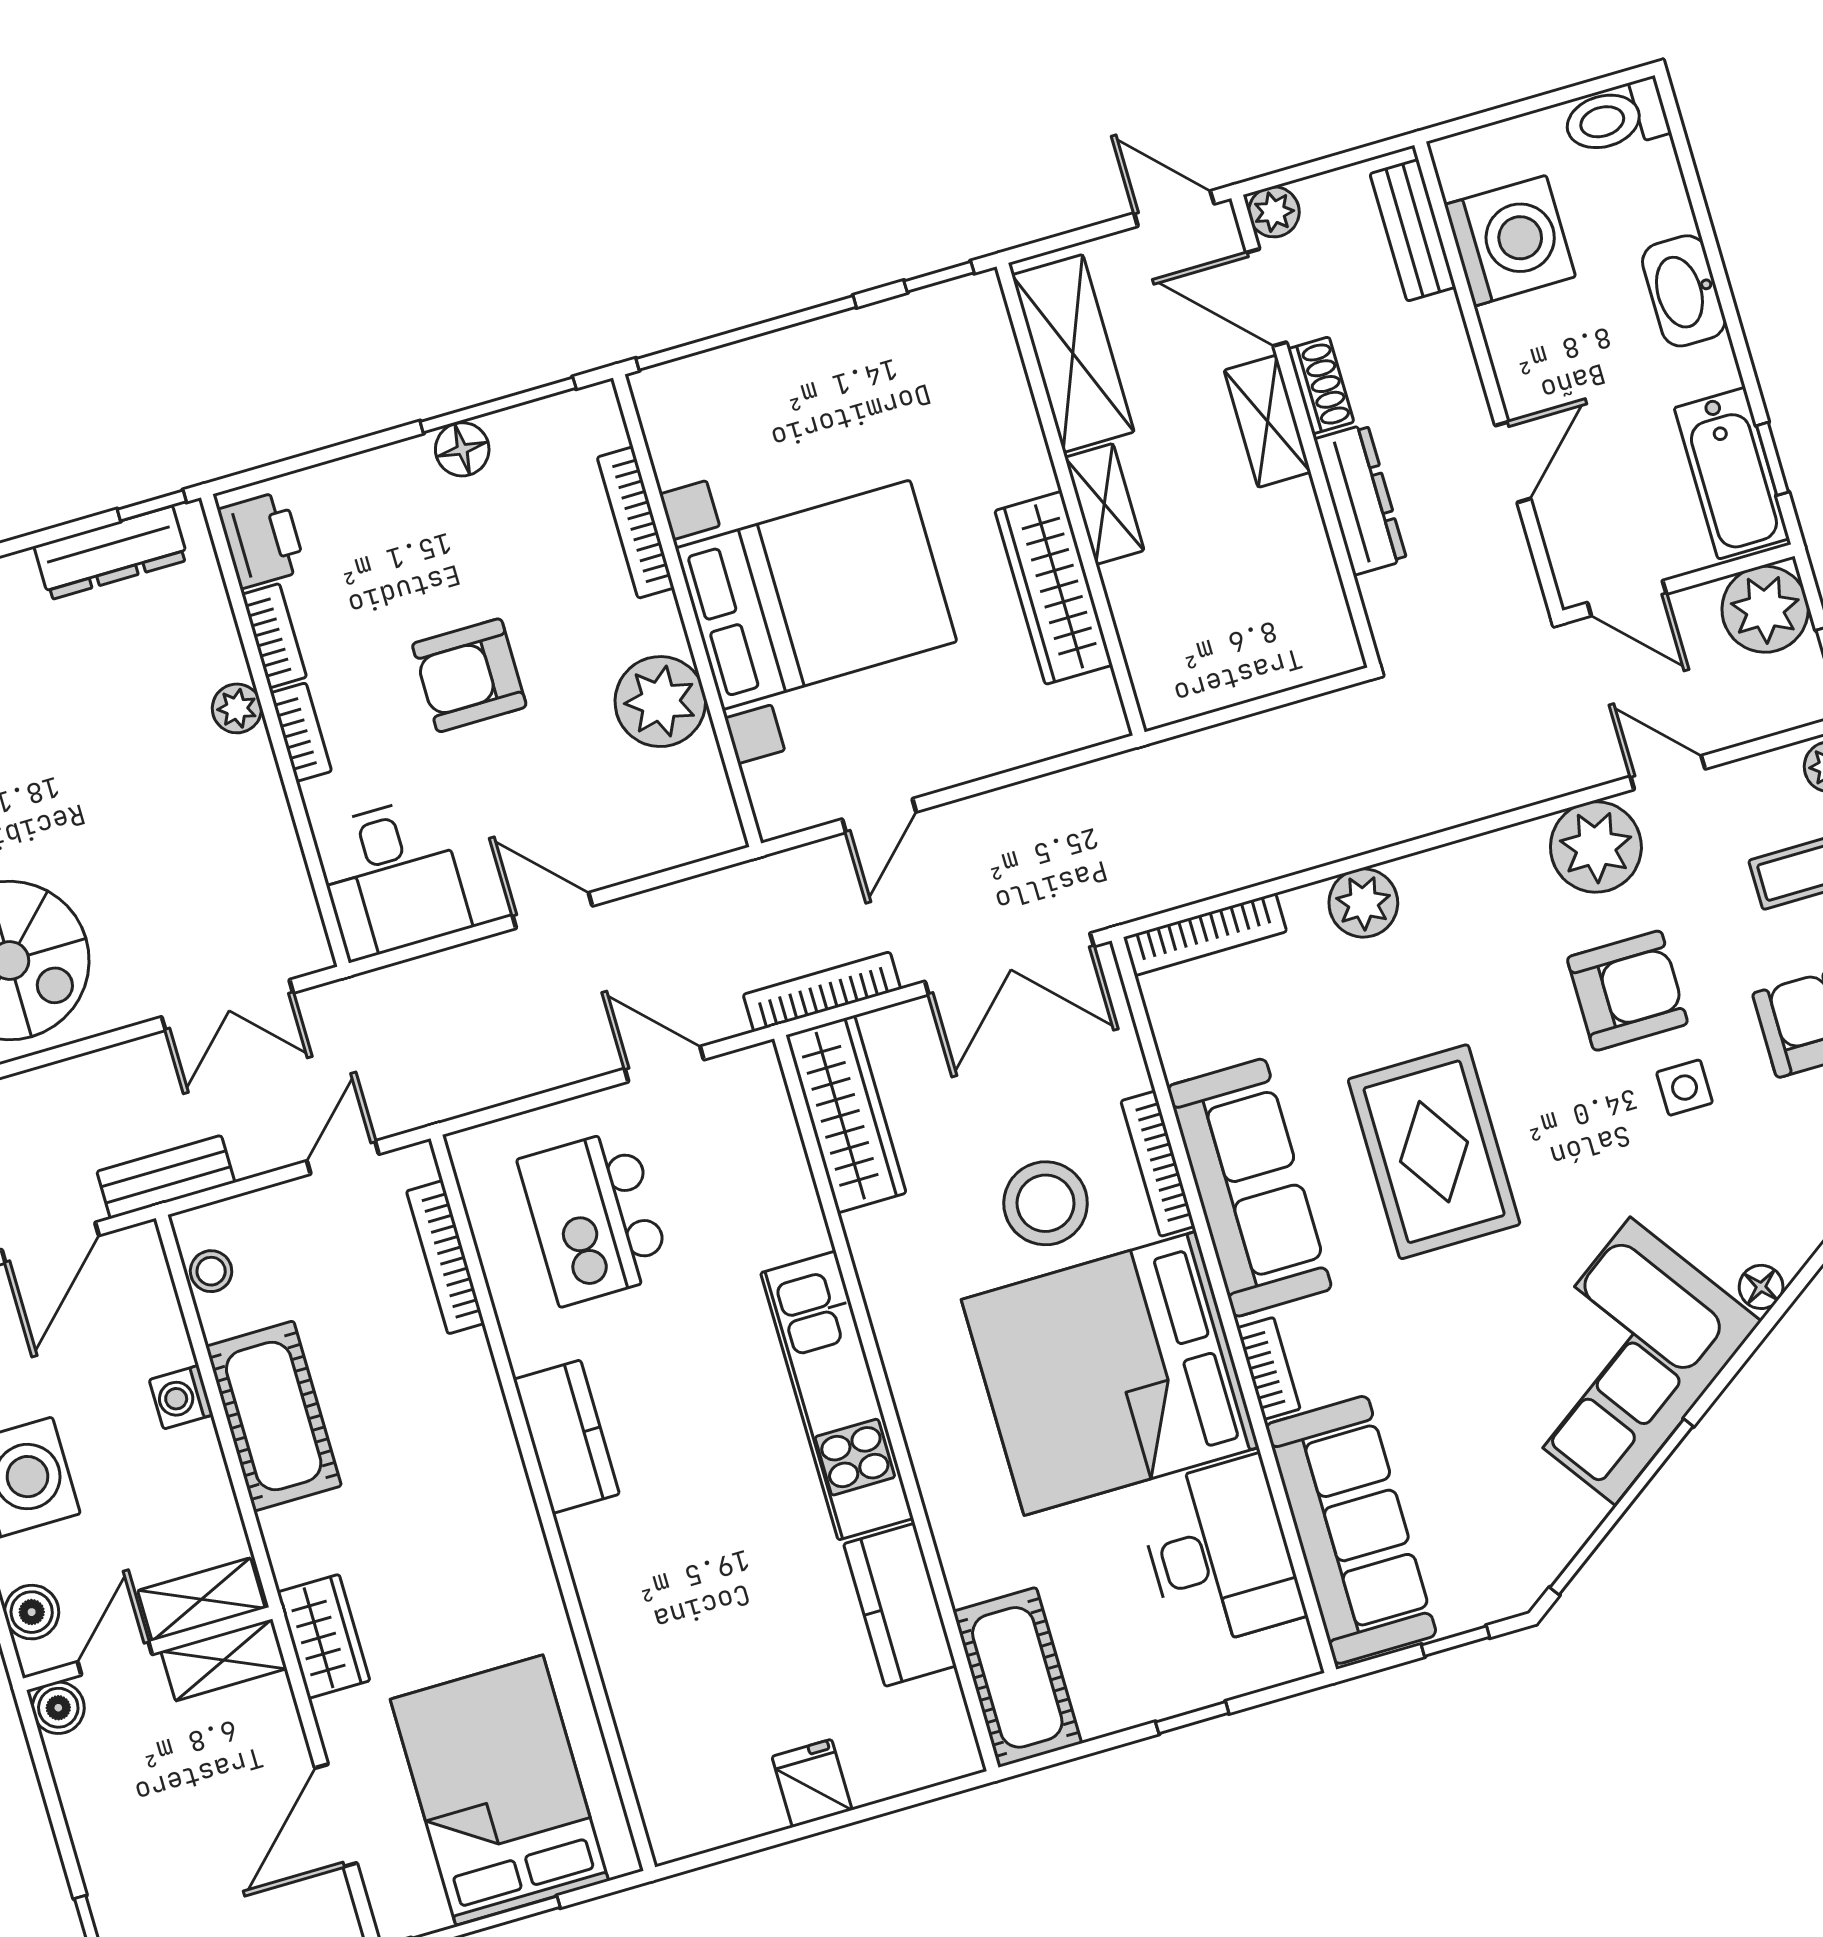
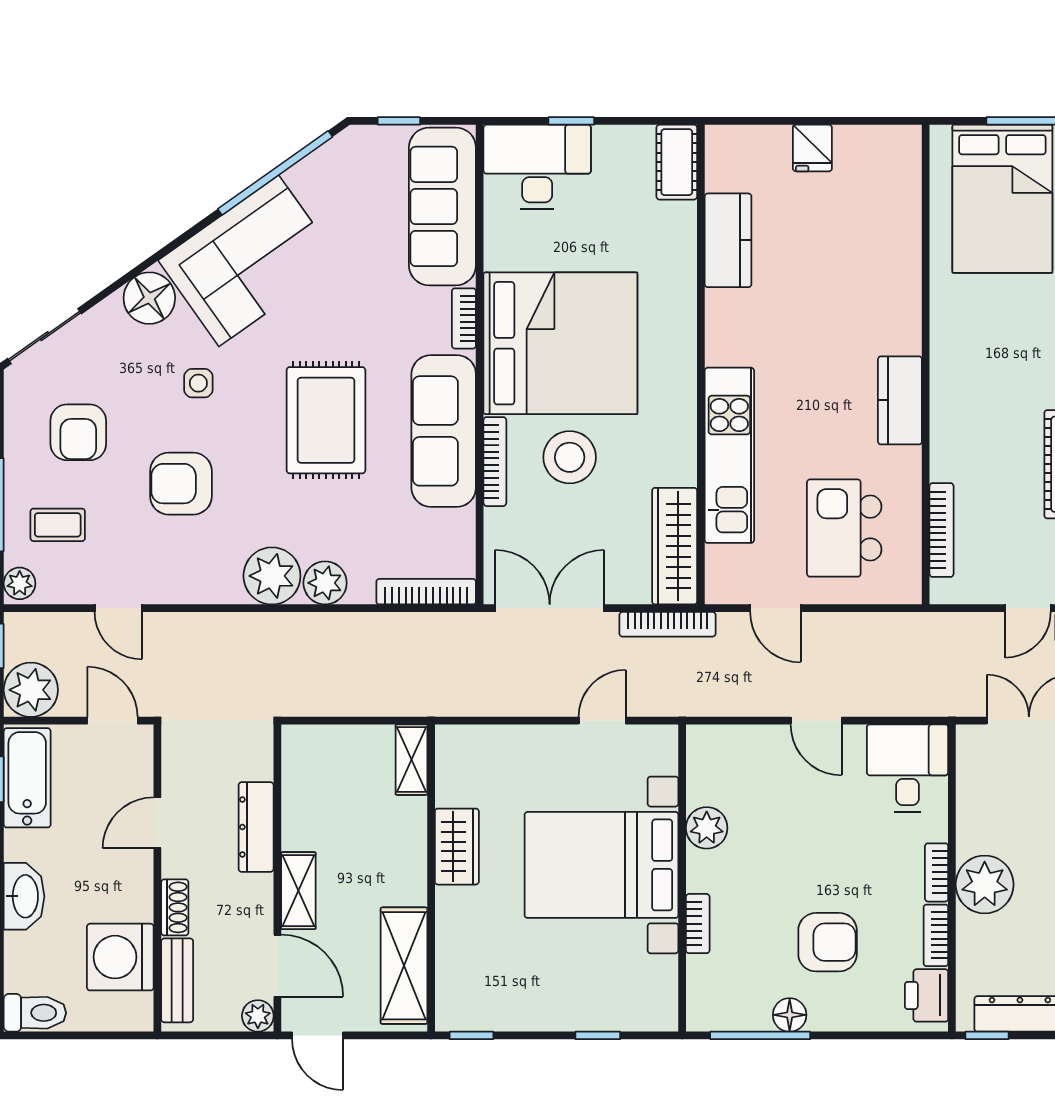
window: (746, 333) -> (598, 1035), width x0.32
shoe rack: (1321, 385) -> (175, 907), moved, turned 180
shelving: (1104, 504) -> (411, 760), moved
bookcase: (636, 523) -> (698, 924), width x0.64
wardrobe: (1054, 588) -> (457, 847), width x0.67
armchair: (469, 675) -> (828, 942), moved
plant: (660, 702) -> (707, 828), width x0.73, depth x0.73
plant: (237, 708) -> (985, 884), width x1.88, depth x1.88
plant: (1596, 847) -> (272, 576), moved
side table: (1685, 1088) -> (198, 383), moved
door: (343, 1158) -> (1028, 608), moved
kitchen island: (595, 1217) -> (844, 528), turned 180
floor lamp: (1761, 1287) -> (149, 298), width x1.89, depth x1.89
kitchen unit: (837, 1396) -> (729, 455), moved
desk: (1220, 1553) -> (537, 167), moved, turned 90
cot: (1017, 1677) -> (677, 162), width x0.73, depth x0.75

